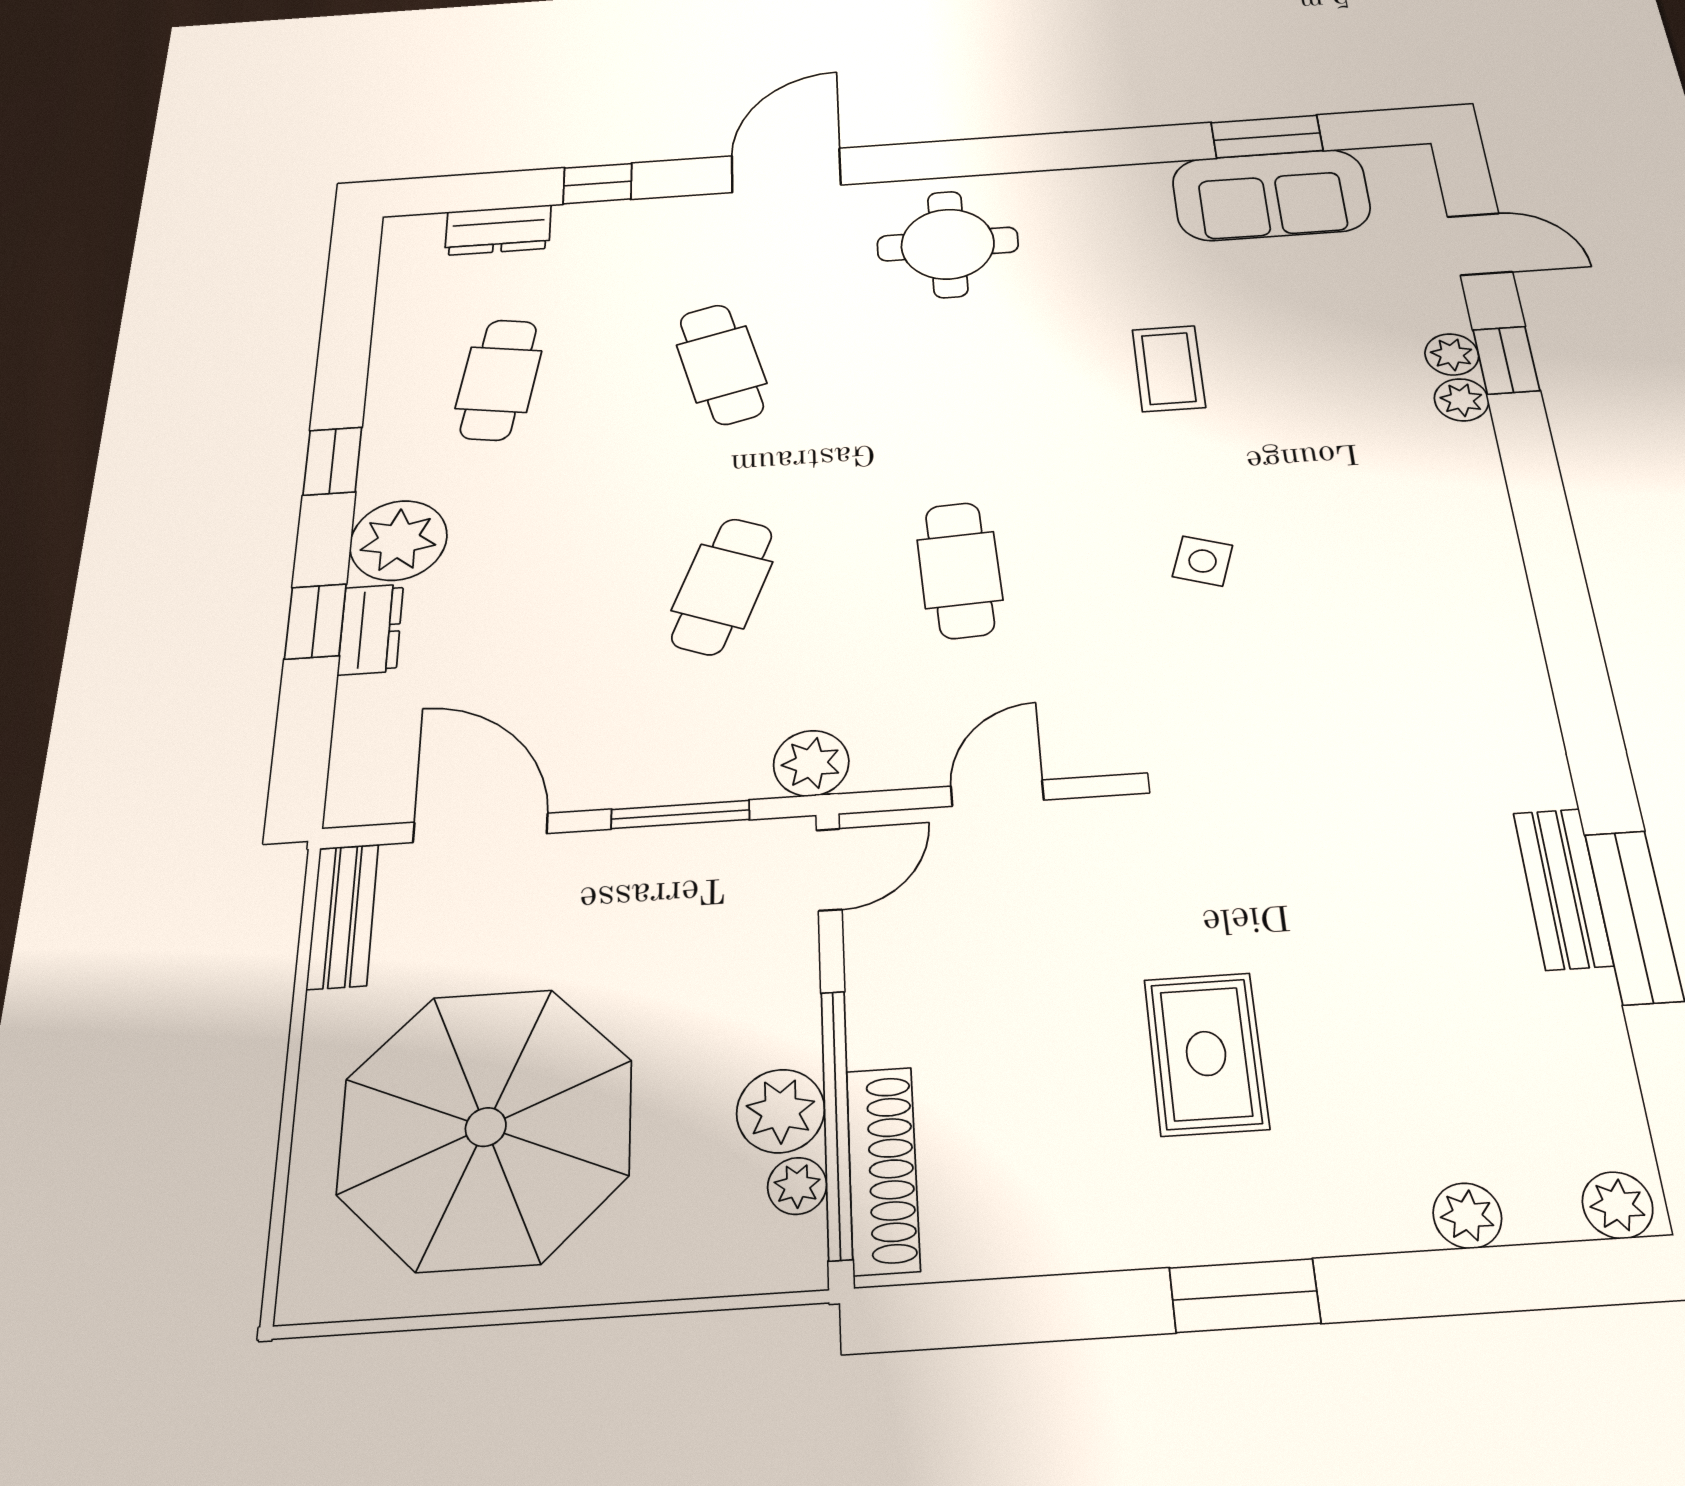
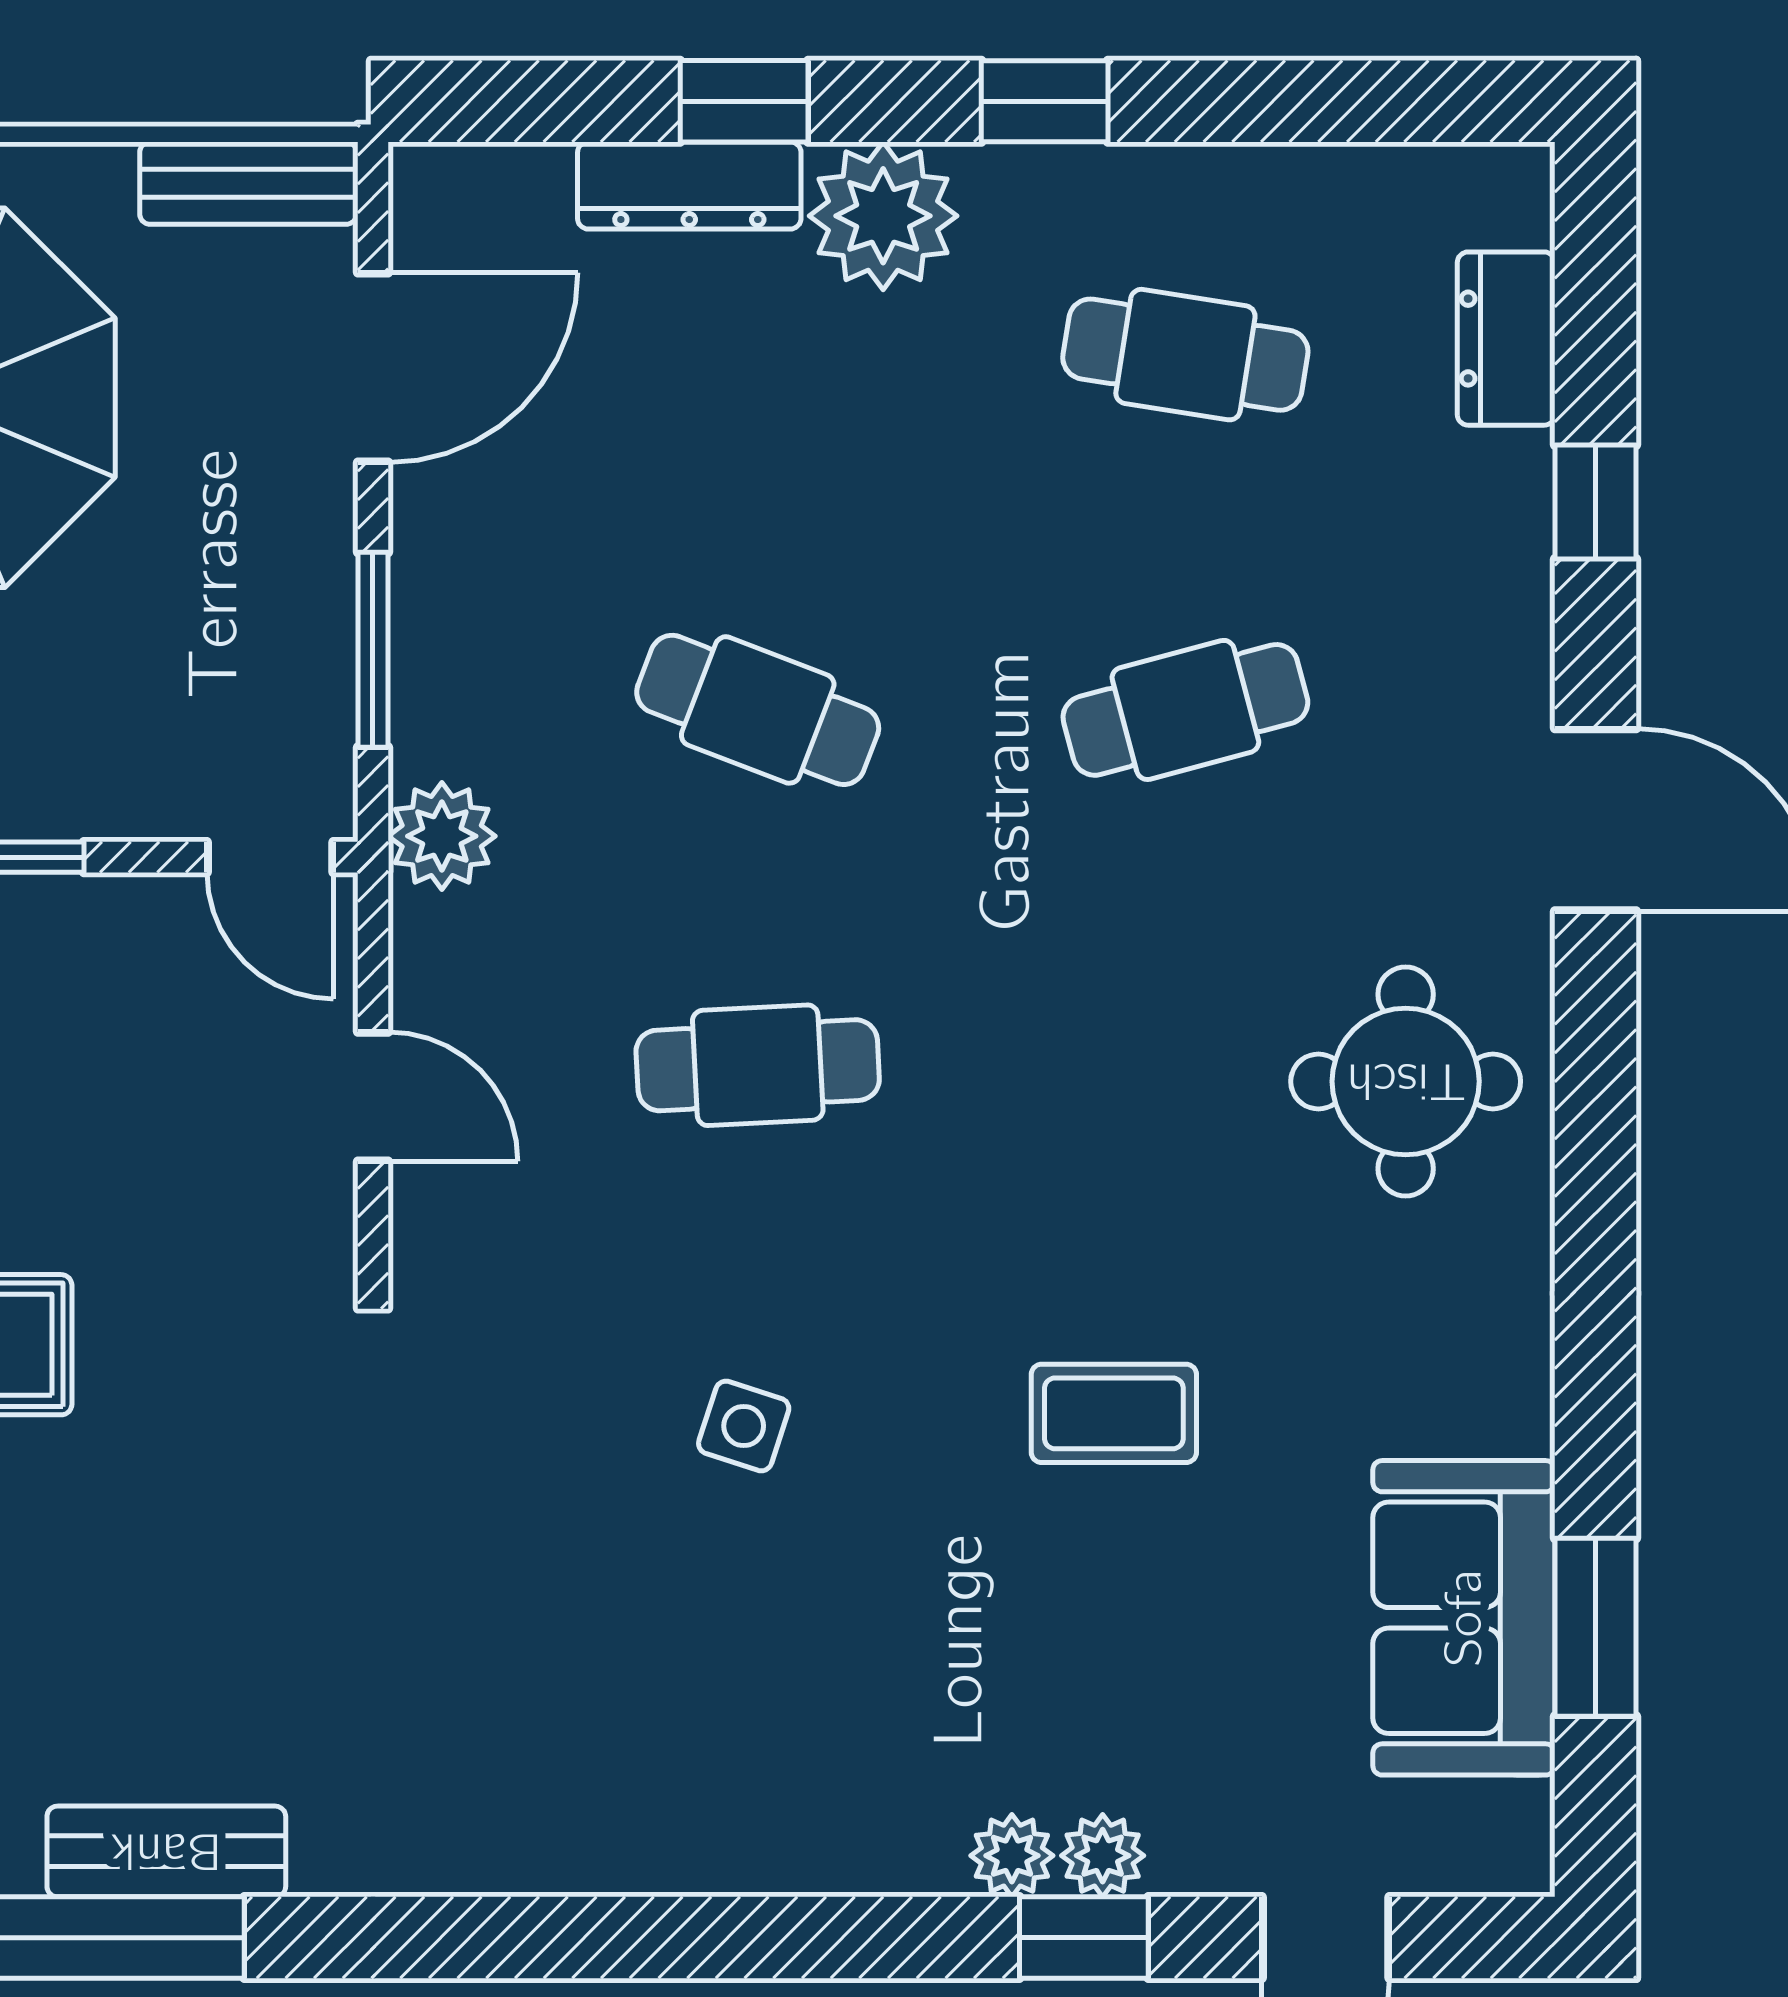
dresser: (371, 629) -> (689, 185), width x1.44

